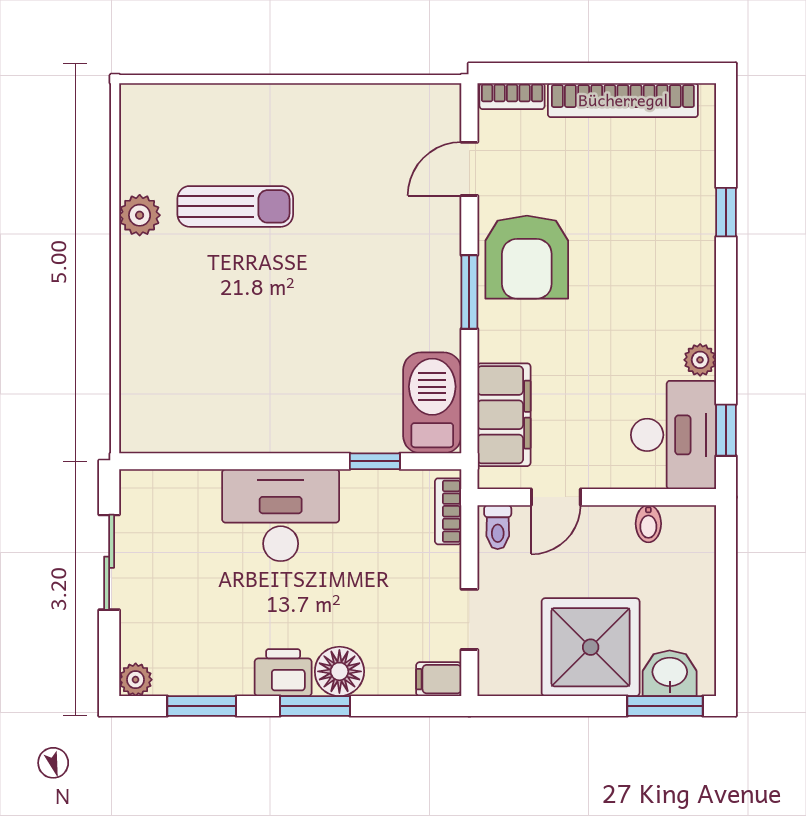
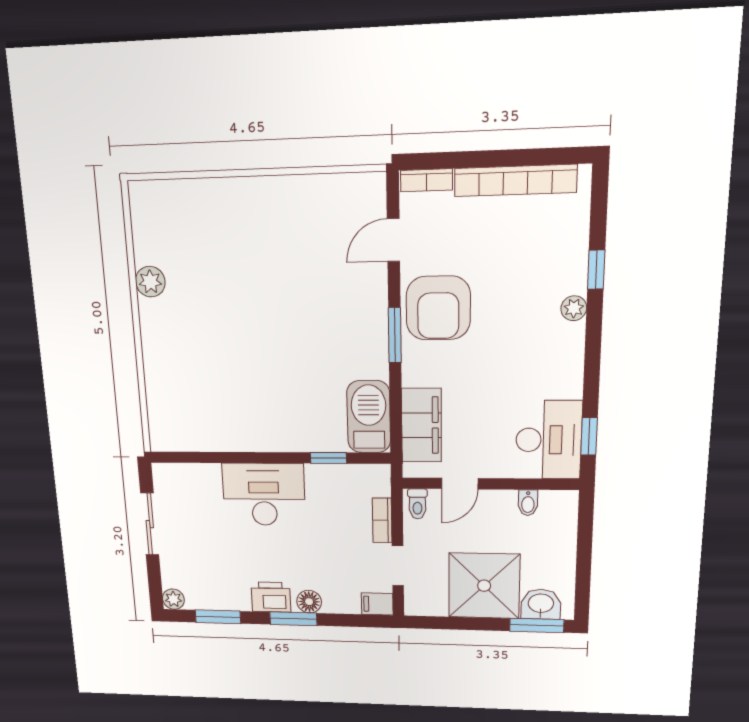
sun lounger: (235, 206) -> (219, 274), removed
plant: (700, 360) -> (574, 308), moved
bookcase: (448, 511) -> (382, 520), moved
floor lamp: (339, 671) -> (309, 602), width x0.73, depth x0.73

